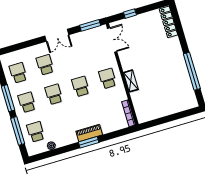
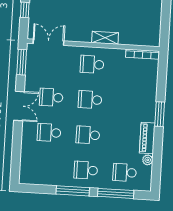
school desk: (18, 73) -> (51, 97), moved
piano: (89, 133) -> (147, 138), moved

